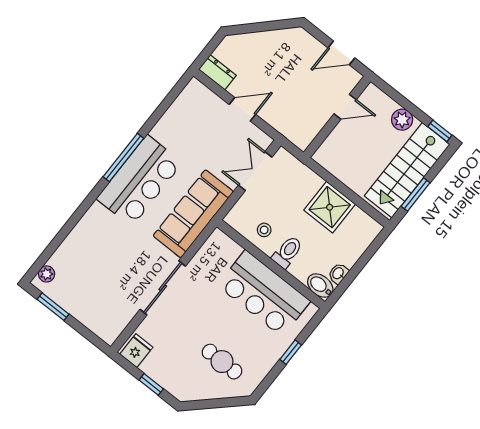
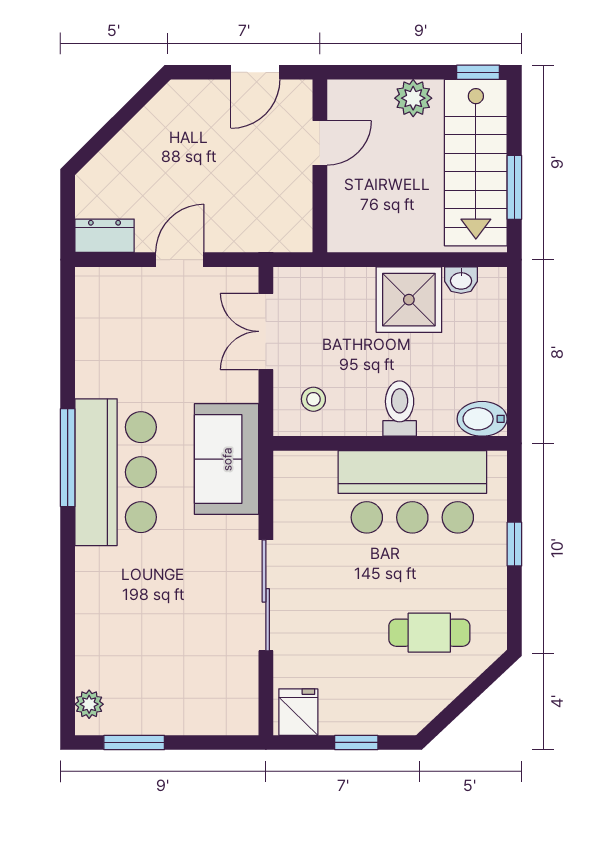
sofa: (193, 214) -> (227, 459), width x0.73
stool: (264, 230) -> (313, 399), moved
washbasin: (338, 273) -> (461, 280), moved, turned -90

